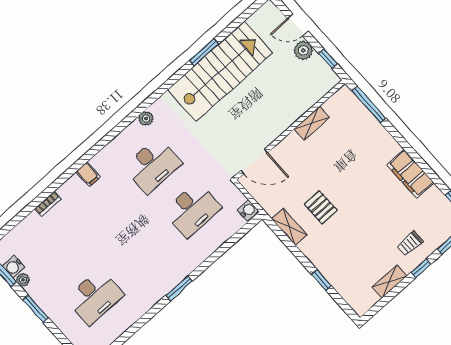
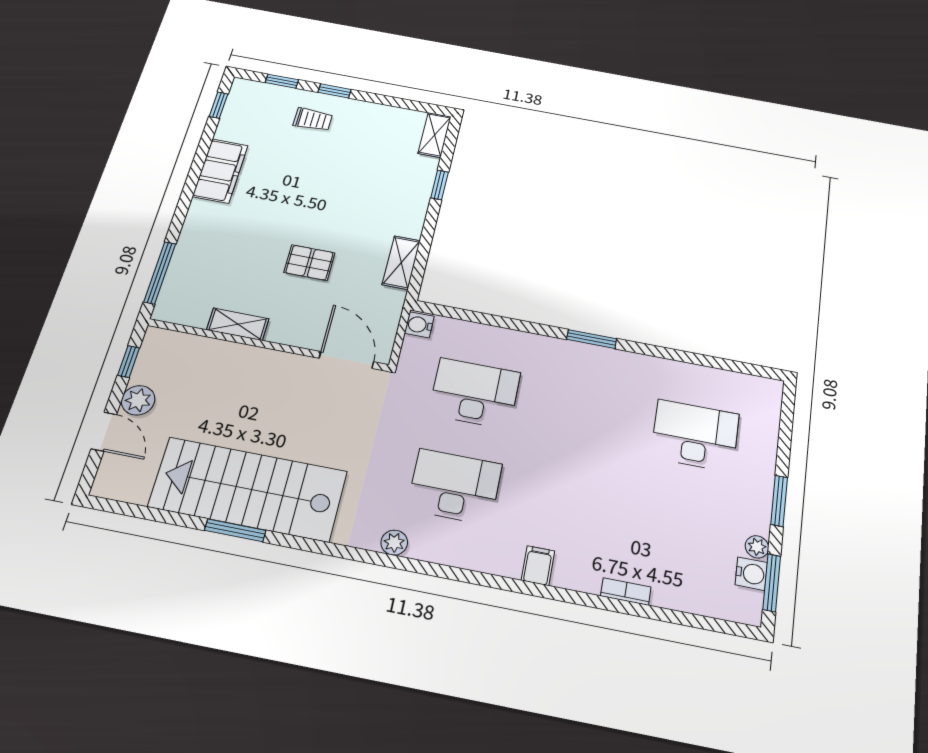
pallet: (321, 207) -> (309, 263), moved, turned 90
shelving: (390, 282) -> (435, 135), moved, turned 90

